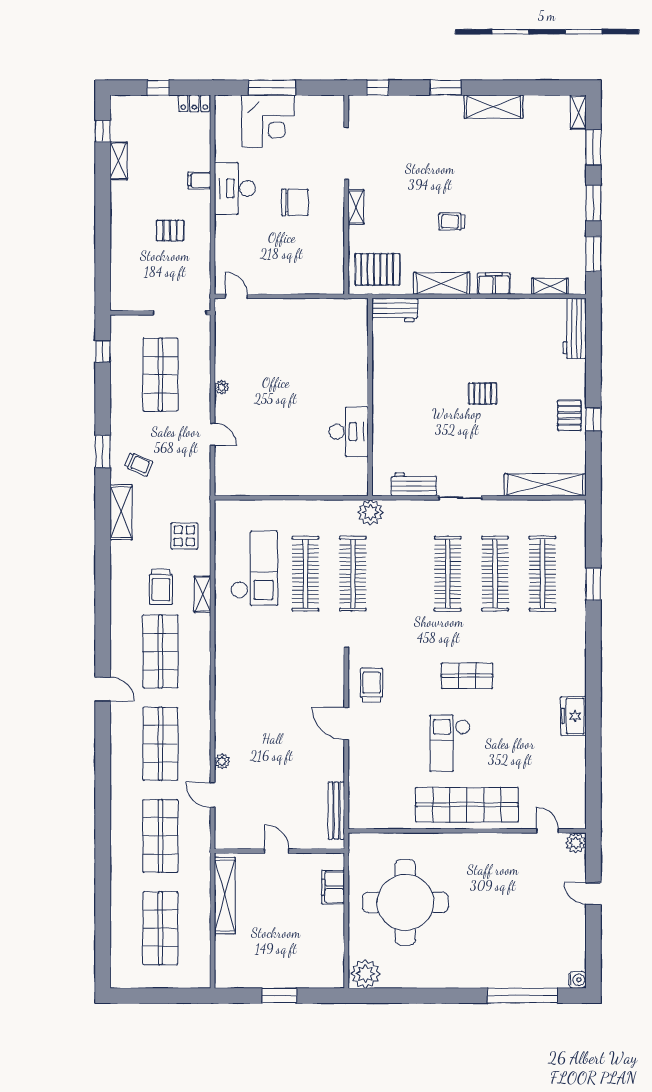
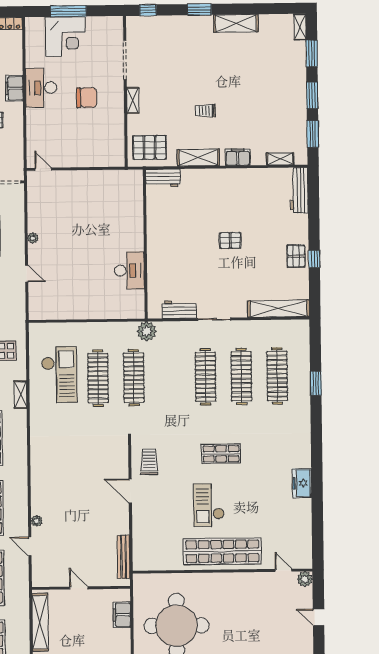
filing cabinet: (199, 180) -> (14, 88), width x2.00

